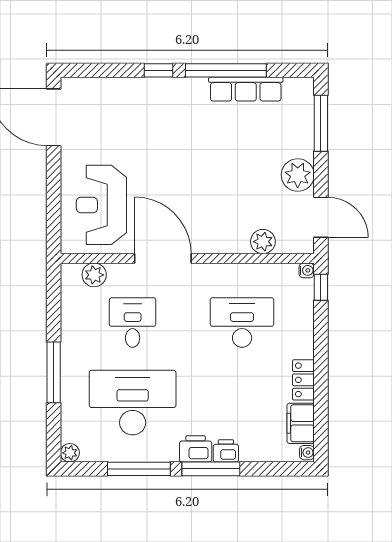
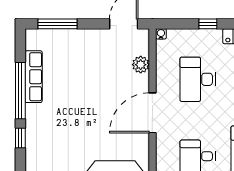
plant: (298, 175) -> (94, 40), removed
door: (163, 258) -> (152, 113), moved
window: (321, 287) -> (208, 24), moved

